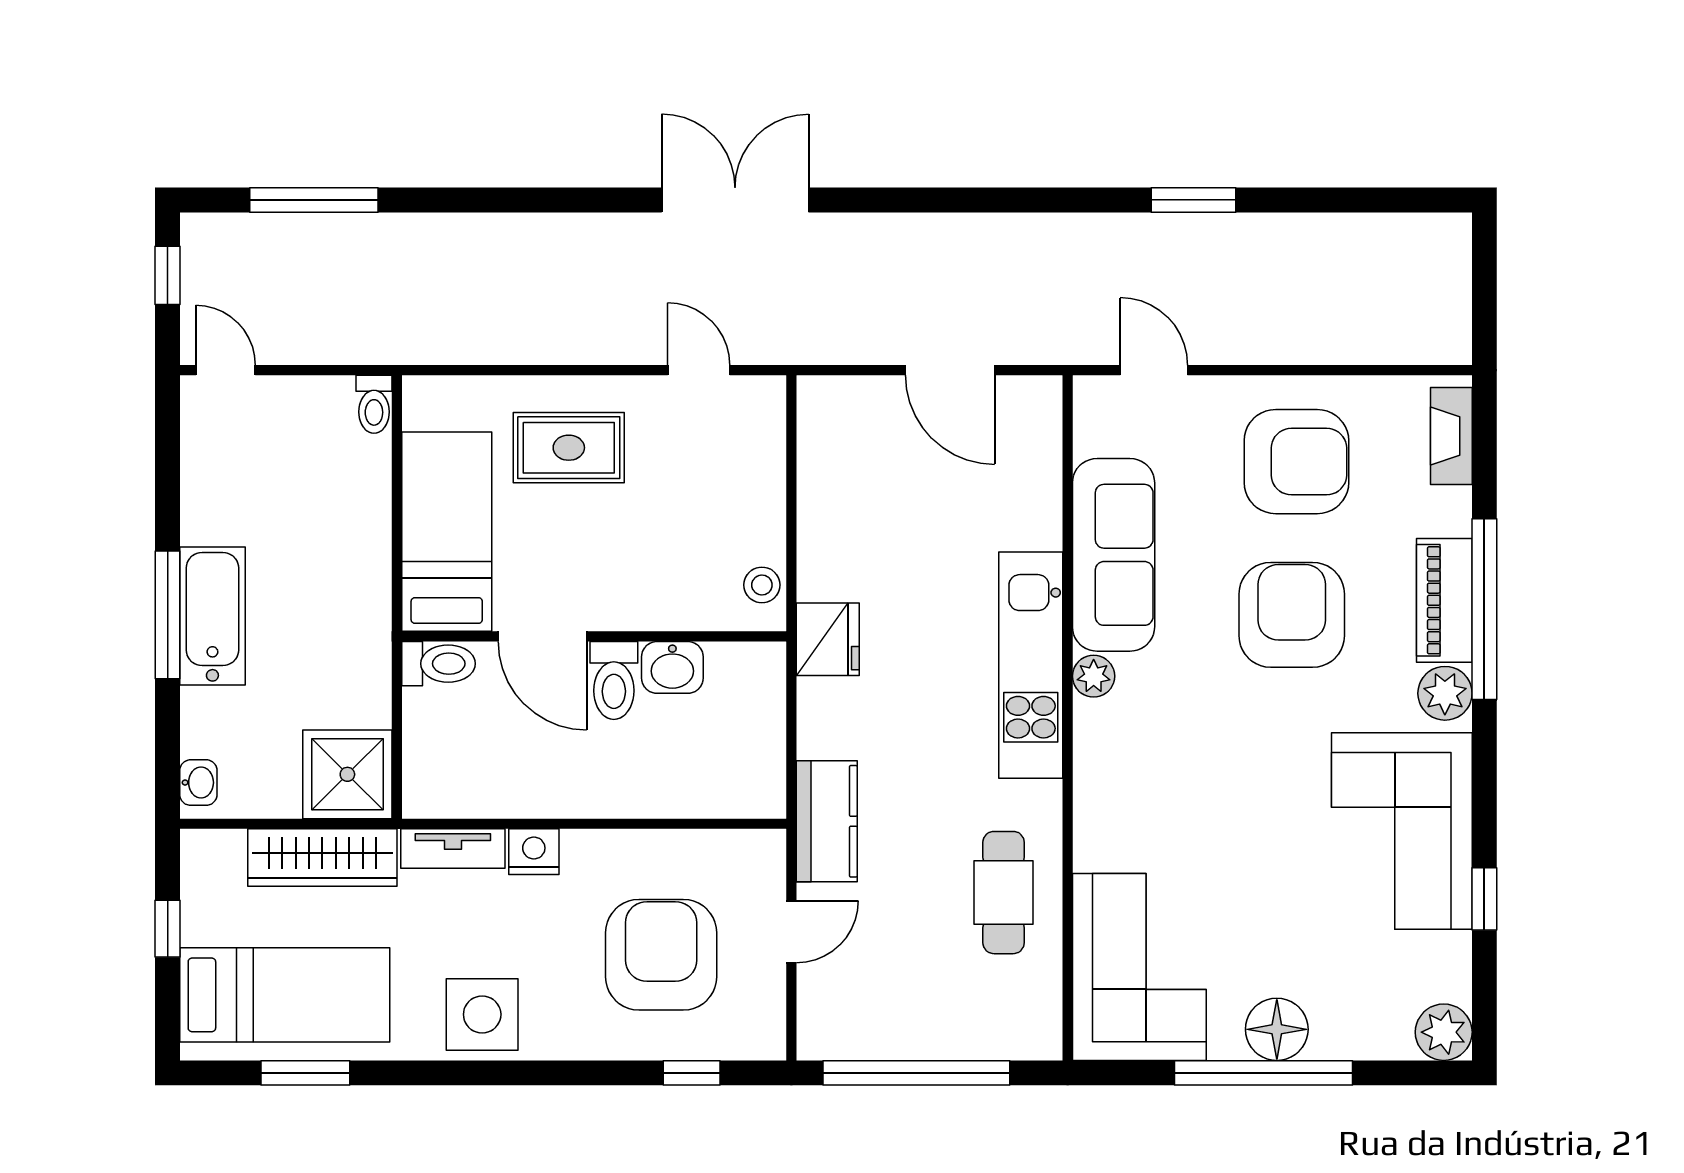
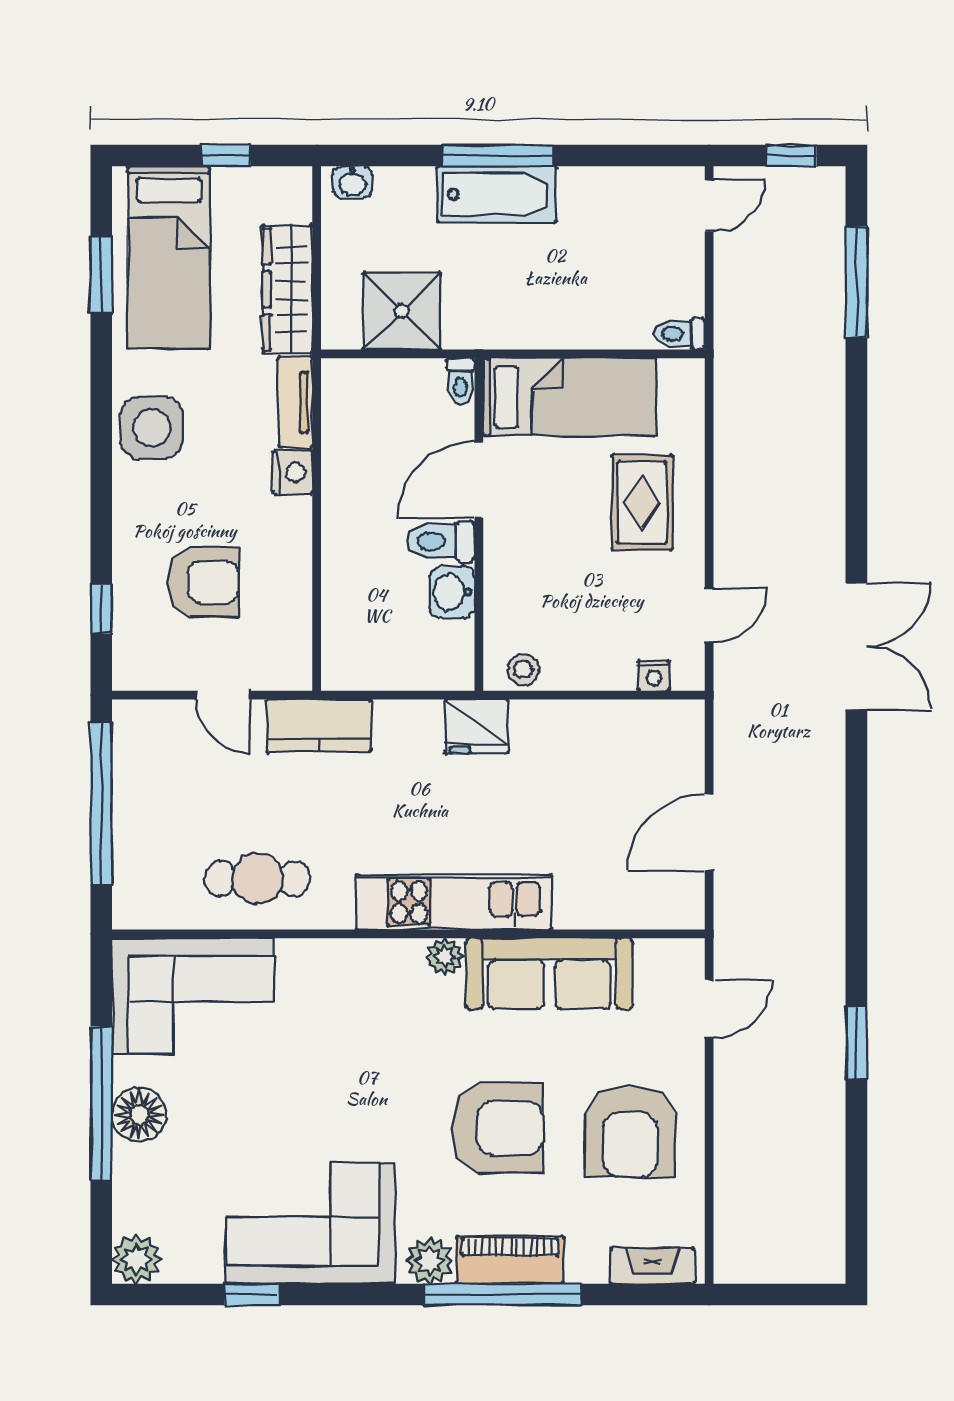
nightstand: (769, 434) -> (654, 676), added
toilet: (439, 664) -> (460, 381), width x0.73, depth x0.72
shower: (347, 774) -> (402, 311), moved
armchair: (661, 955) -> (203, 582), width x0.73, depth x0.73

